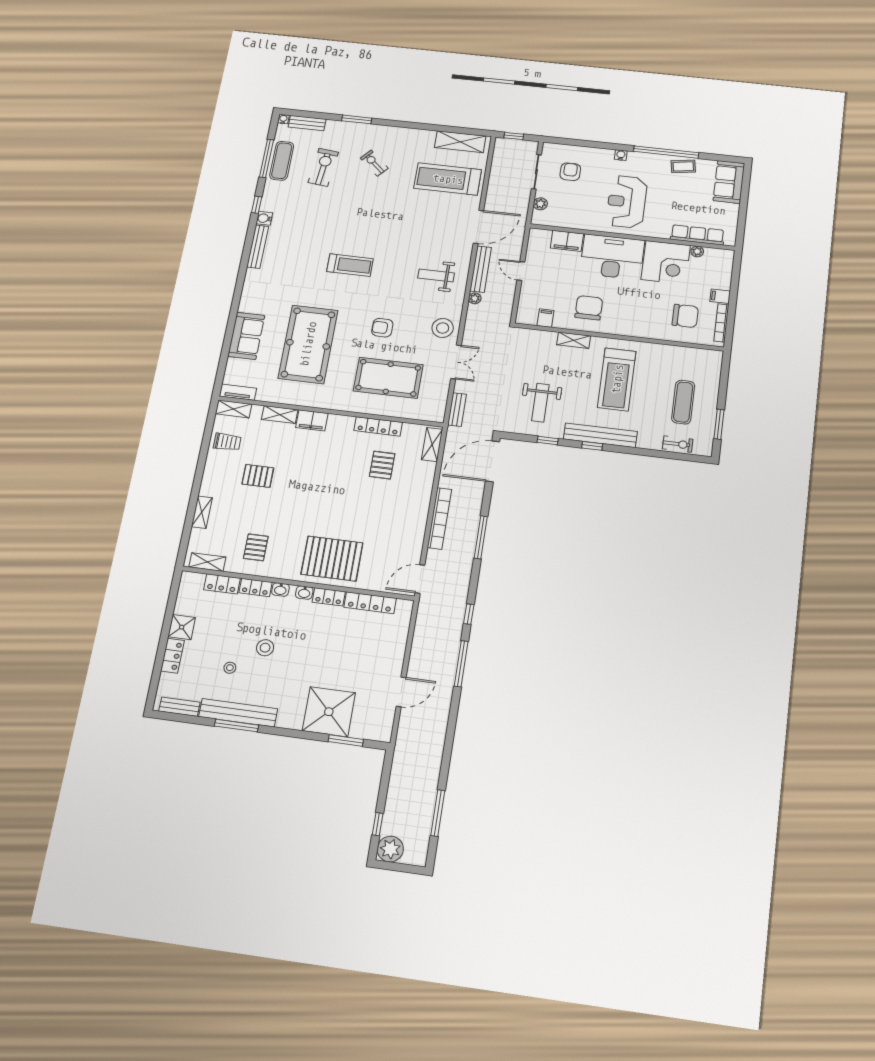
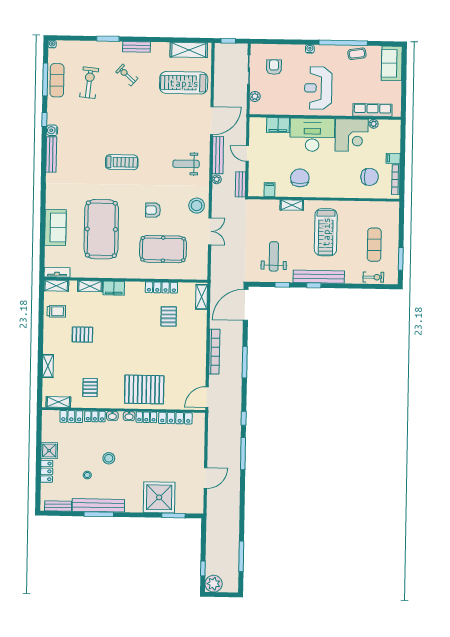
bench: (307, 123) -> (136, 47), moved
weight bench: (540, 403) -> (274, 256), turned 180
bench: (457, 410) -> (240, 184), moved

